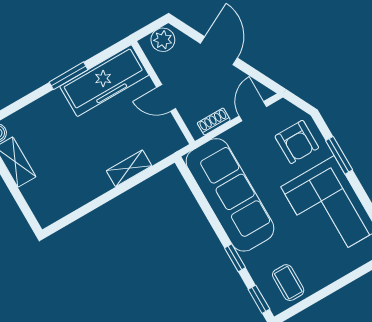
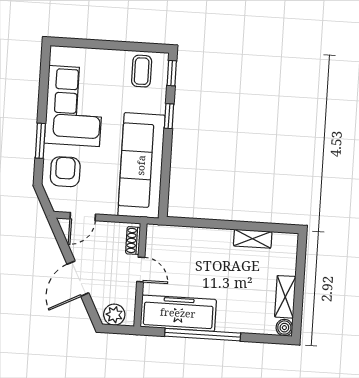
window: (69, 76) -> (203, 335), width x2.11
shoe rack: (214, 122) -> (133, 241), moved, turned 90
shelving: (129, 168) -> (253, 239), moved

